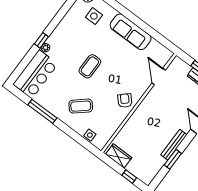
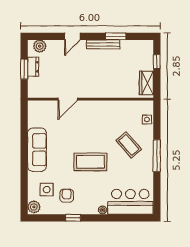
window: (41, 40) -> (73, 218), moved
coffee table: (90, 66) -> (90, 162), width x1.36, depth x1.32
door: (159, 77) -> (68, 99), moved
armchair: (125, 101) -> (67, 196), moved, turned 133
window: (42, 111) -> (157, 156), moved

